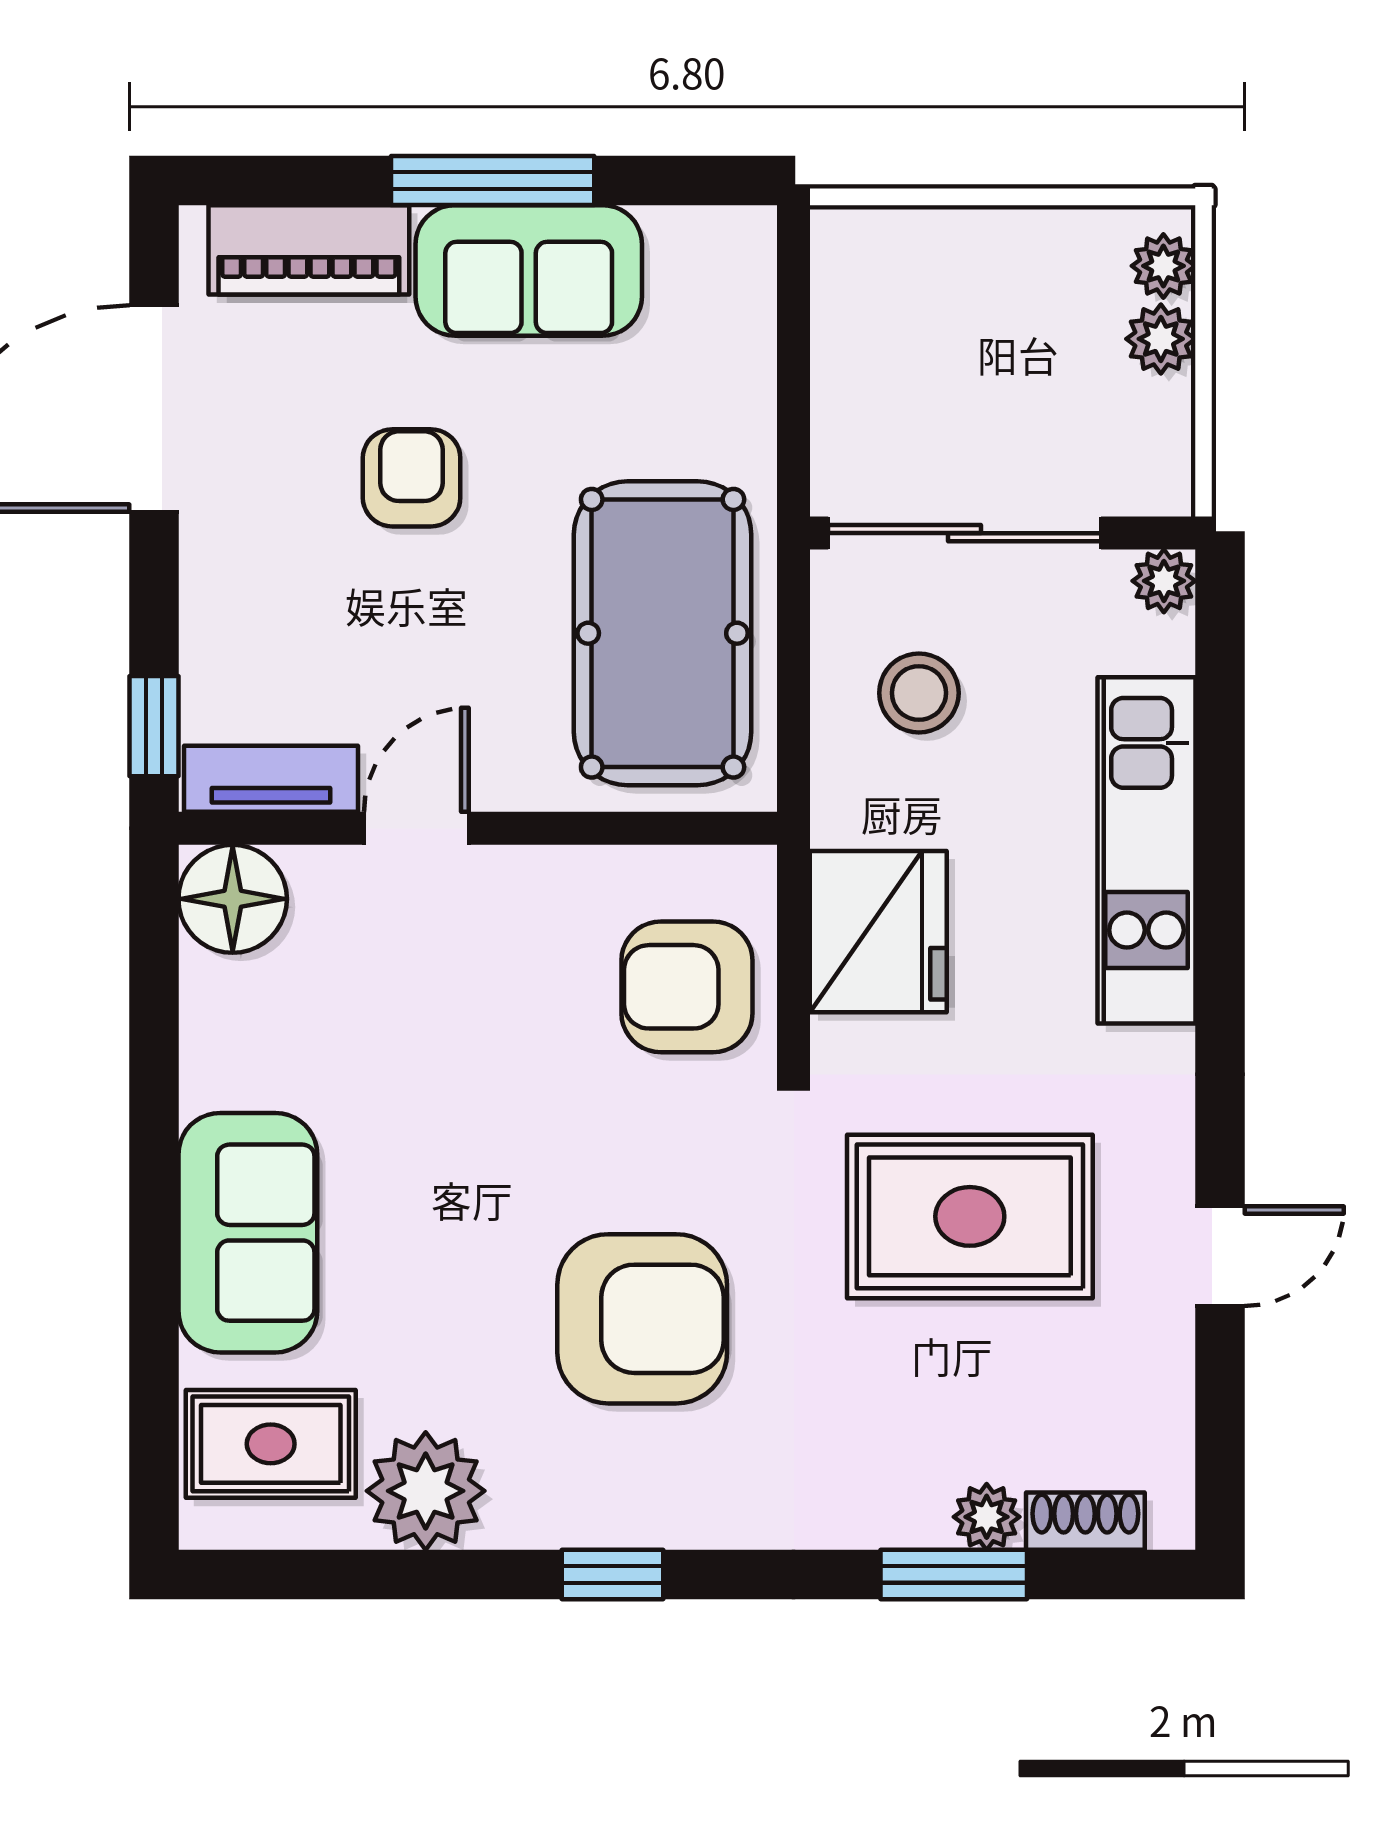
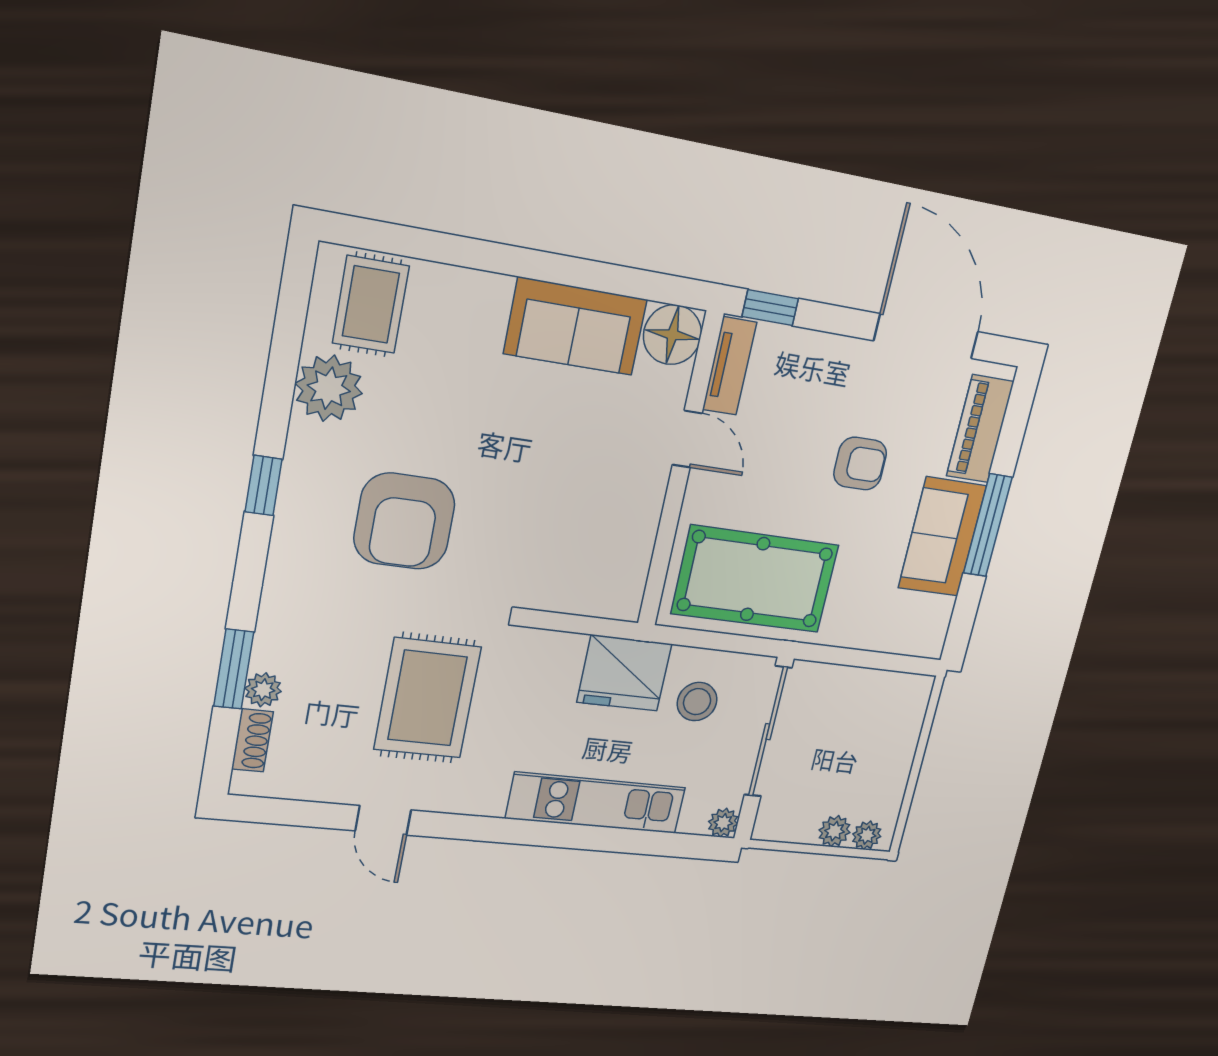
fridge: (878, 932) -> (624, 673), moved
armchair: (687, 987) -> (576, 568), removed
sofa: (248, 1233) -> (575, 326), moved

